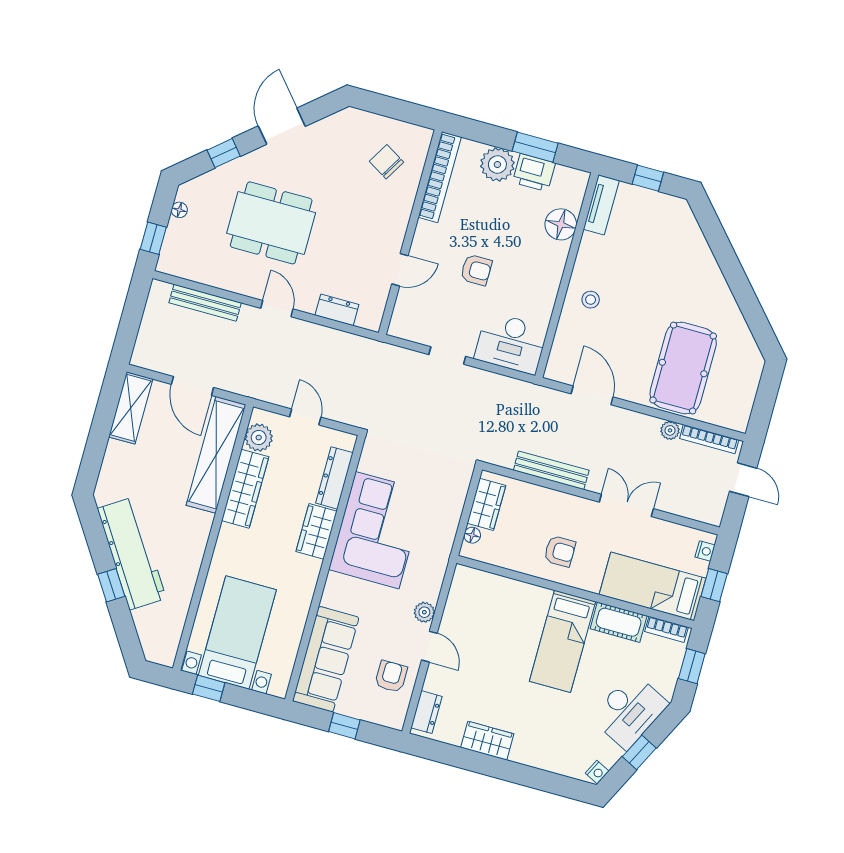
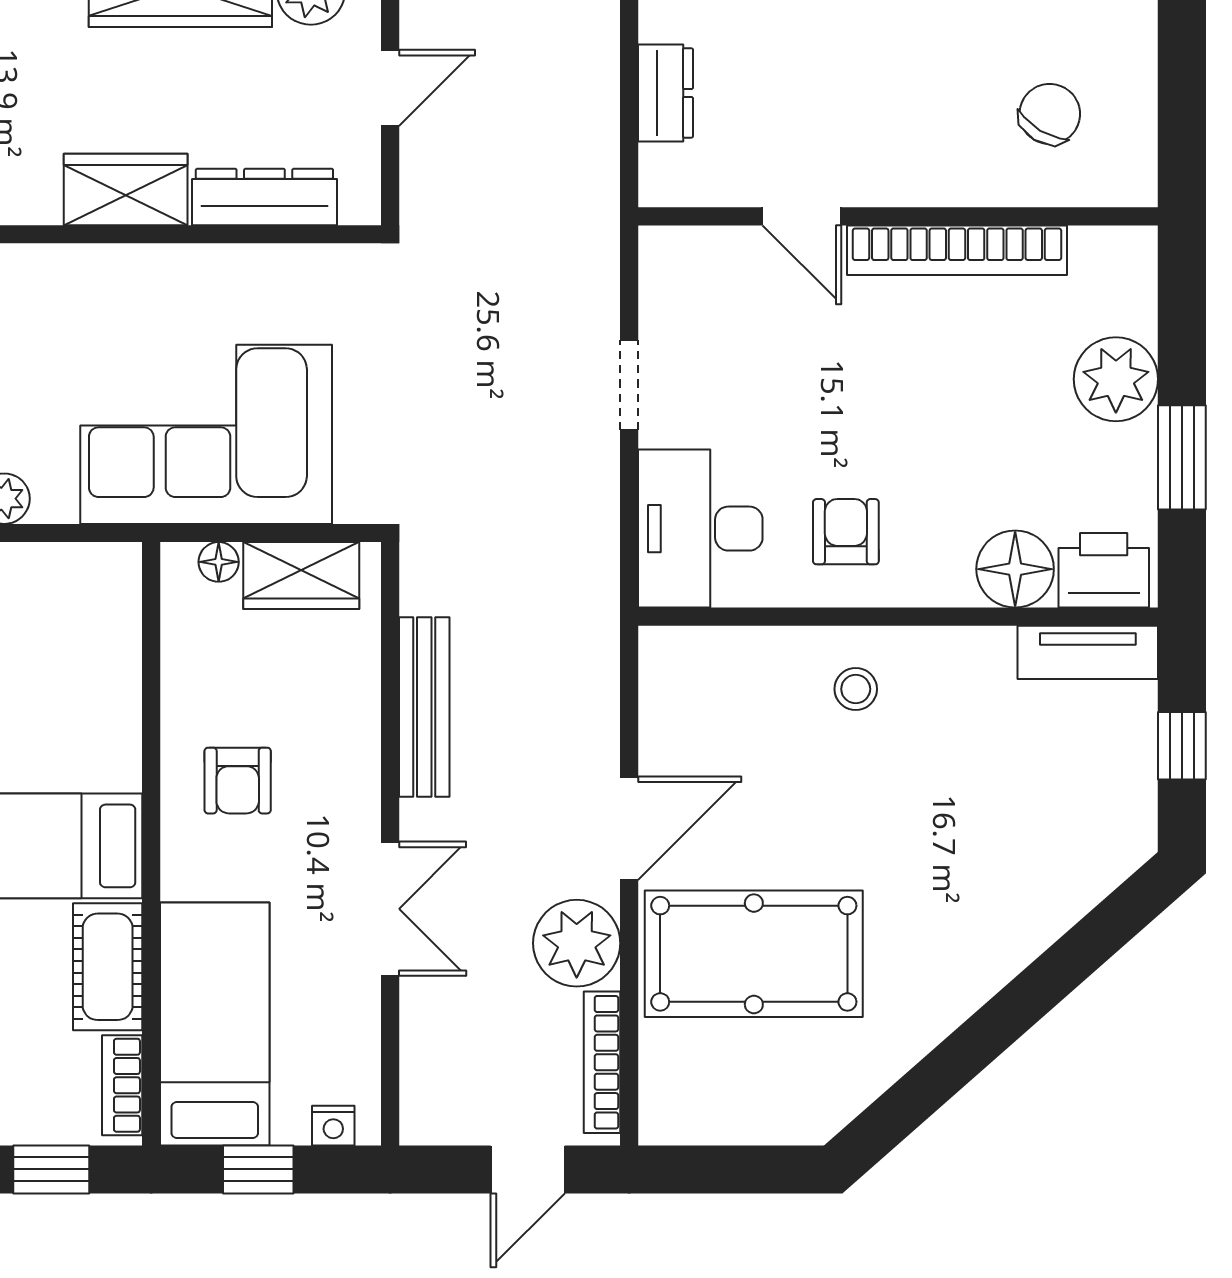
printer: (534, 173) -> (1104, 570), moved, turned 90
bookcase: (440, 177) -> (957, 250), moved
armchair: (476, 270) -> (846, 532), moved, turned 180
door: (592, 395) -> (629, 828), moved
plant: (670, 430) -> (577, 943), width x1.88, depth x1.88
corner sofa: (377, 530) -> (206, 434), moved, turned 180

